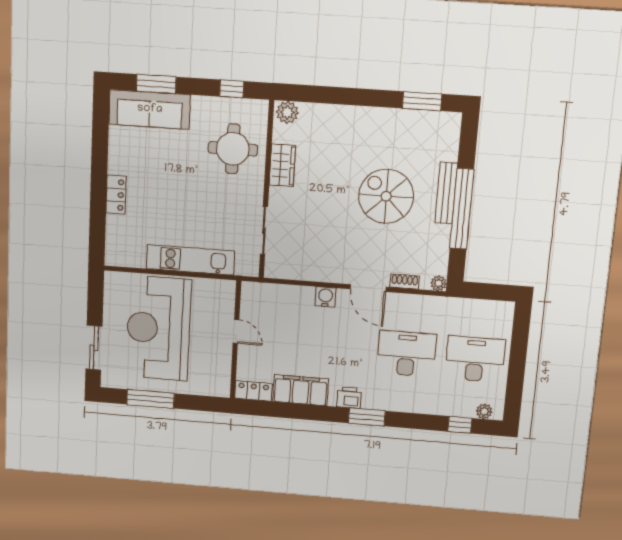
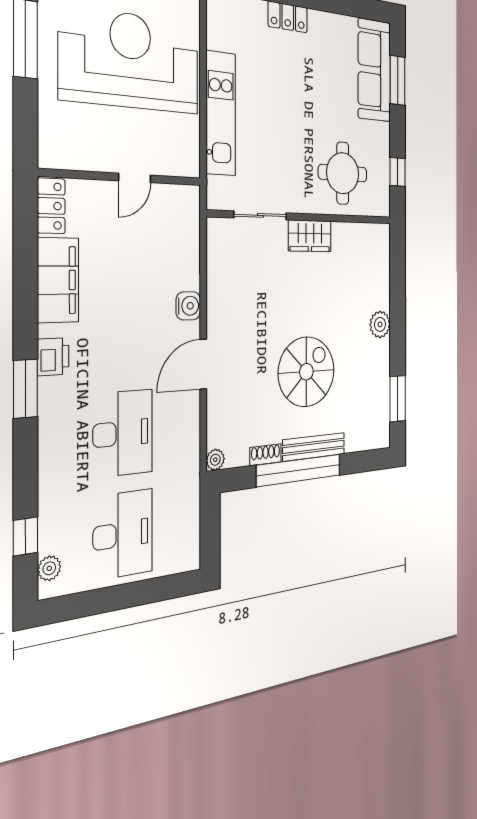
plant: (287, 112) -> (380, 324), moved
wardrobe: (282, 165) -> (310, 236), moved
shoe rack: (405, 282) -> (266, 455), moved, turned -90

